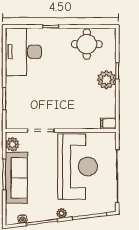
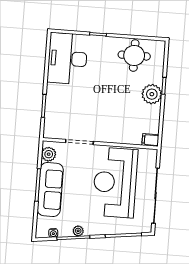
reception desk: (78, 167) -> (115, 182), turned 180
plant: (62, 213) -> (78, 231), moved

